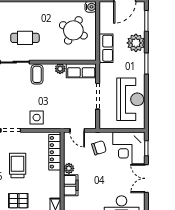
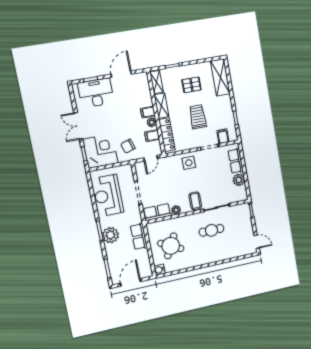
plant: (136, 43) -> (110, 235), moved
door: (77, 130) -> (151, 158), swing flipped
filing cabinet: (71, 154) -> (152, 136), added
trolley: (18, 165) -> (198, 117), turned 180
double door: (146, 178) -> (78, 126), swing flipped
shelving: (55, 184) -> (161, 106), added
filing cabinet: (71, 185) -> (148, 112), width x0.50

